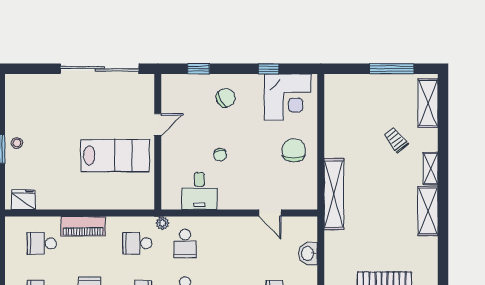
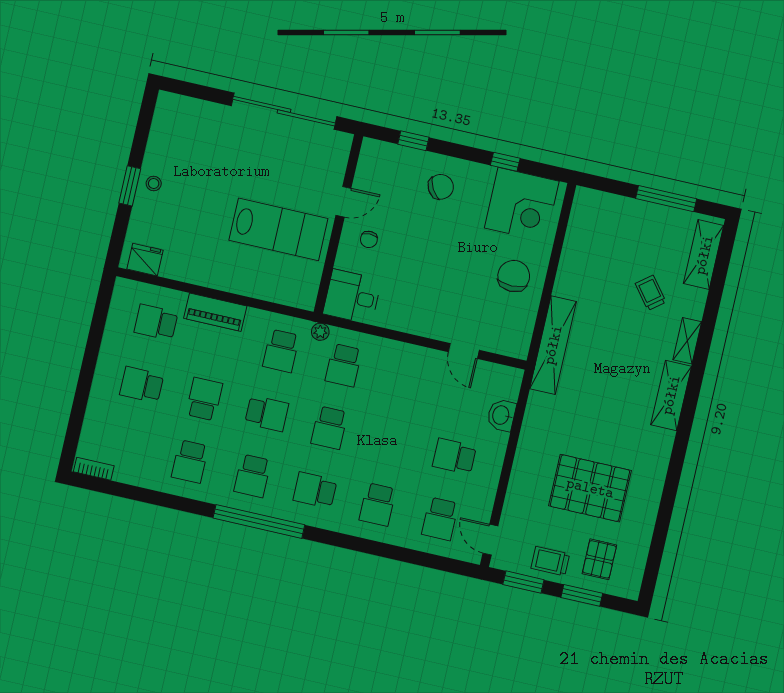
chair: (220, 155) -> (369, 239), moved
desk: (199, 191) -> (352, 297), moved, turned 90
school desk: (137, 243) -> (281, 351), turned -90

